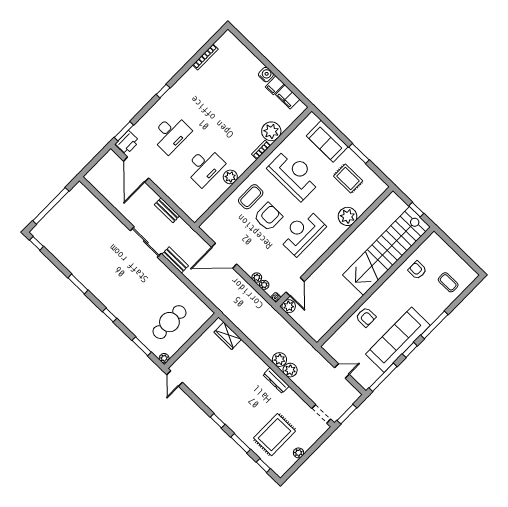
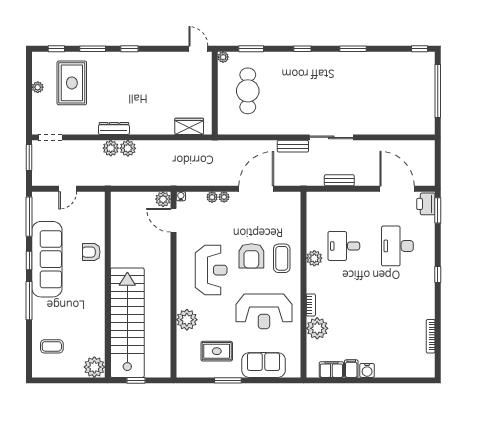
desk: (204, 166) -> (344, 246), width x0.73
plant: (434, 243) -> (94, 367), added
armchair: (417, 270) -> (87, 332), removed
plant: (264, 285) -> (224, 197), moved

